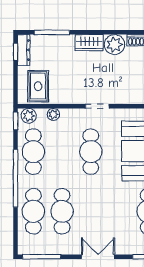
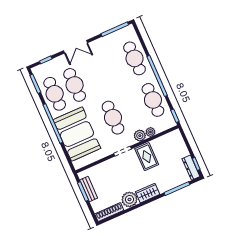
rug: (38, 86) -> (147, 157), moved
plant: (29, 116) -> (140, 136), moved
cafe table: (62, 211) -> (75, 85), moved

